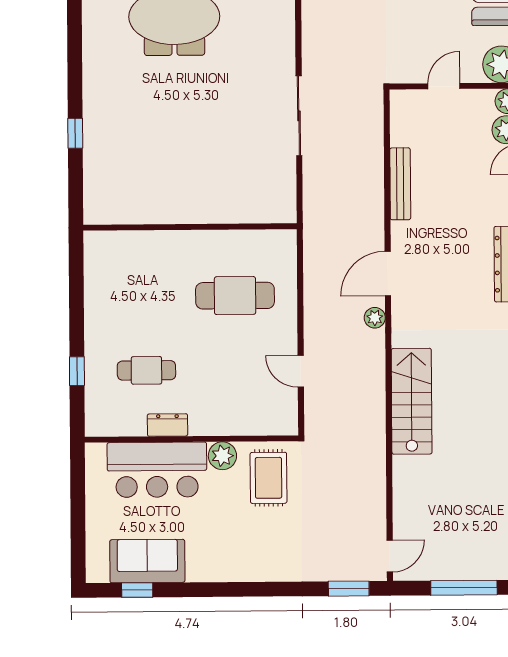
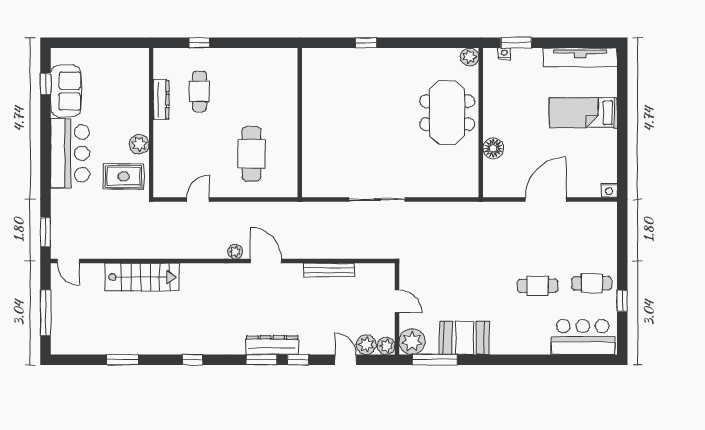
stairs: (412, 401) -> (142, 277), moved
dresser: (167, 425) -> (161, 100), width x1.44
bar counter: (157, 470) -> (70, 153), moved, turned 180

